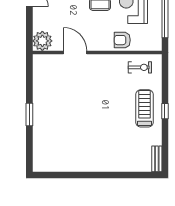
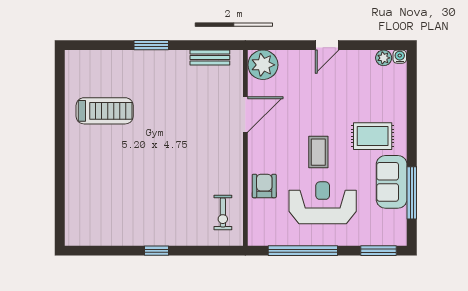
treadmill: (144, 108) -> (105, 111), moved
bench: (157, 159) -> (210, 57), moved

